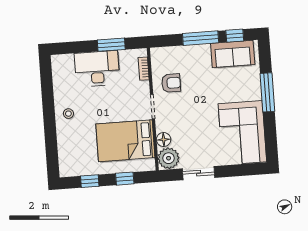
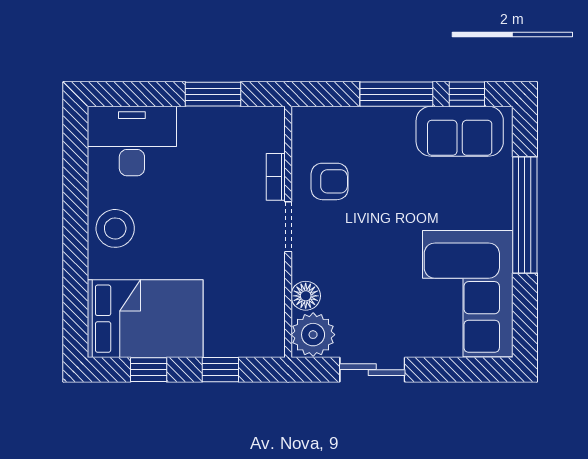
desk: (97, 69) -> (132, 141), moved
bookcase: (144, 69) -> (276, 177), moved
window: (267, 92) -> (525, 215), width x1.46
stool: (68, 114) -> (115, 228), width x1.89, depth x1.89
bed: (125, 141) -> (145, 319), moved, turned 180

